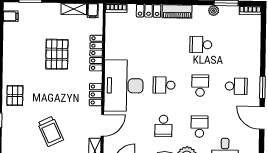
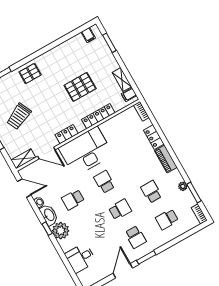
school desk: (200, 127) -> (167, 219), moved, turned 180

